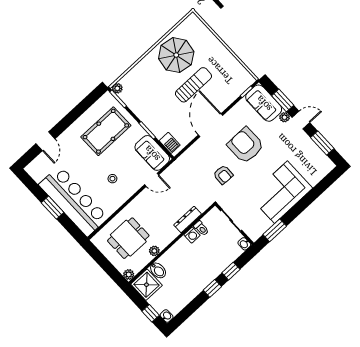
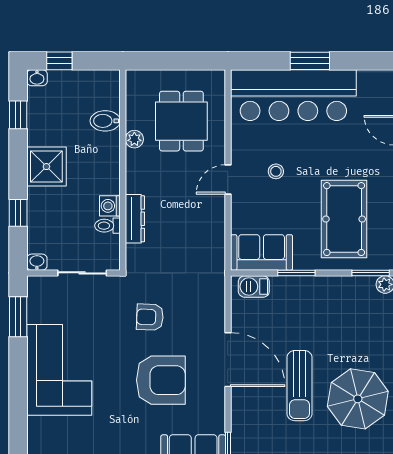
door: (152, 180) -> (228, 179), moved
plant: (129, 274) -> (135, 79), removed
shower: (146, 285) -> (46, 167), moved
window: (212, 288) -> (18, 115), moved

